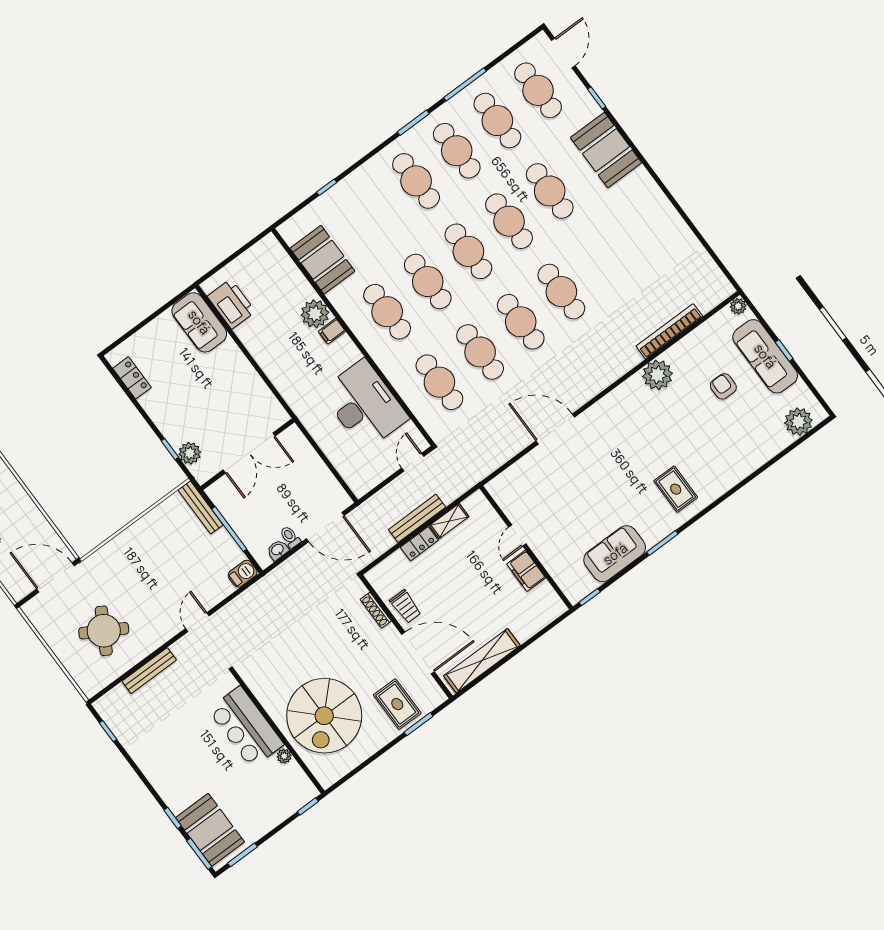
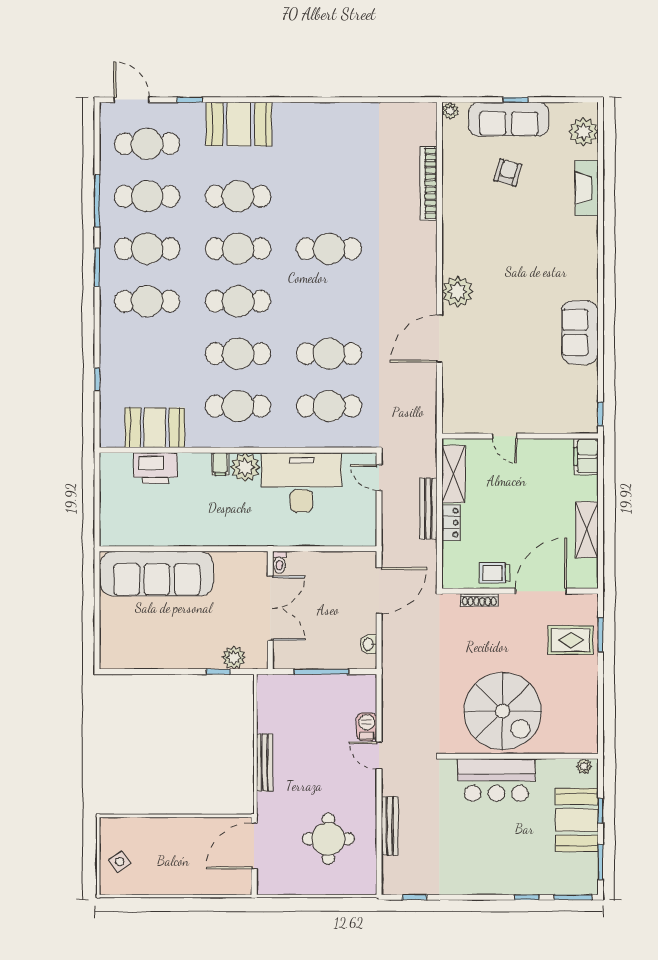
printer: (231, 304) -> (155, 468), moved, turned 180
plant: (315, 314) -> (245, 467), moved
sofa: (199, 322) -> (157, 574), width x1.85, depth x1.27
cafe table: (521, 322) -> (329, 301), removed
plant: (657, 375) -> (458, 292), moved
locker: (132, 378) -> (135, 659), removed
armchair: (723, 386) -> (508, 173), turned 106
fireplace: (757, 456) -> (587, 188), added
rug: (676, 489) -> (564, 276), removed
bench: (201, 507) -> (265, 763), moved, turned 90
shelving: (449, 521) -> (453, 474), width x1.50, depth x1.33
toilet: (290, 537) -> (279, 562), moved, turned -90
window: (662, 543) -> (601, 320), removed
sofa: (615, 554) -> (580, 332), moved
filing cabinet: (526, 571) -> (586, 456), moved, turned 90
barbecue: (243, 574) -> (367, 727), moved
trolley: (405, 606) -> (494, 573), turned 180
round table: (104, 631) -> (328, 839), turned -30
shelving: (482, 661) -> (587, 530), width x0.68
spiral stairs: (324, 716) -> (503, 711), moved
plant: (284, 756) -> (584, 766), moved
window: (308, 806) -> (601, 811), moved
booth: (210, 830) -> (577, 820), moved, turned 90

